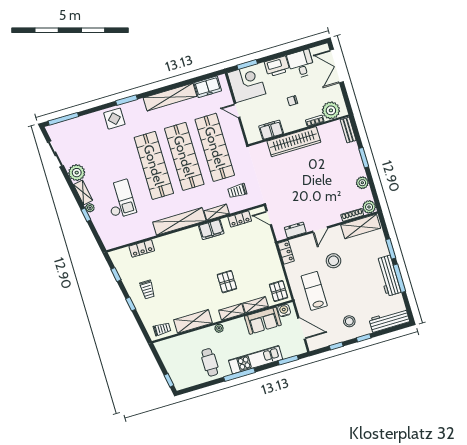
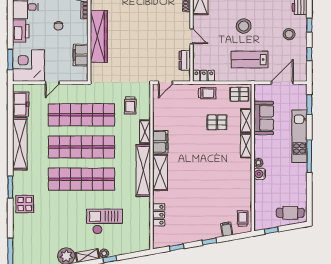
locker: (240, 219) -> (158, 111), removed
stool: (333, 261) -> (244, 26), moved
pallet: (227, 282) -> (217, 122), moved
trolley: (147, 289) -> (207, 93), moved
water cooler: (284, 310) -> (260, 174), moved
filing cabinet: (147, 317) -> (227, 229), added
shelving: (193, 321) -> (160, 172), moved
cafe table: (210, 362) -> (290, 213), moved
window: (169, 380) -> (271, 230), moved

